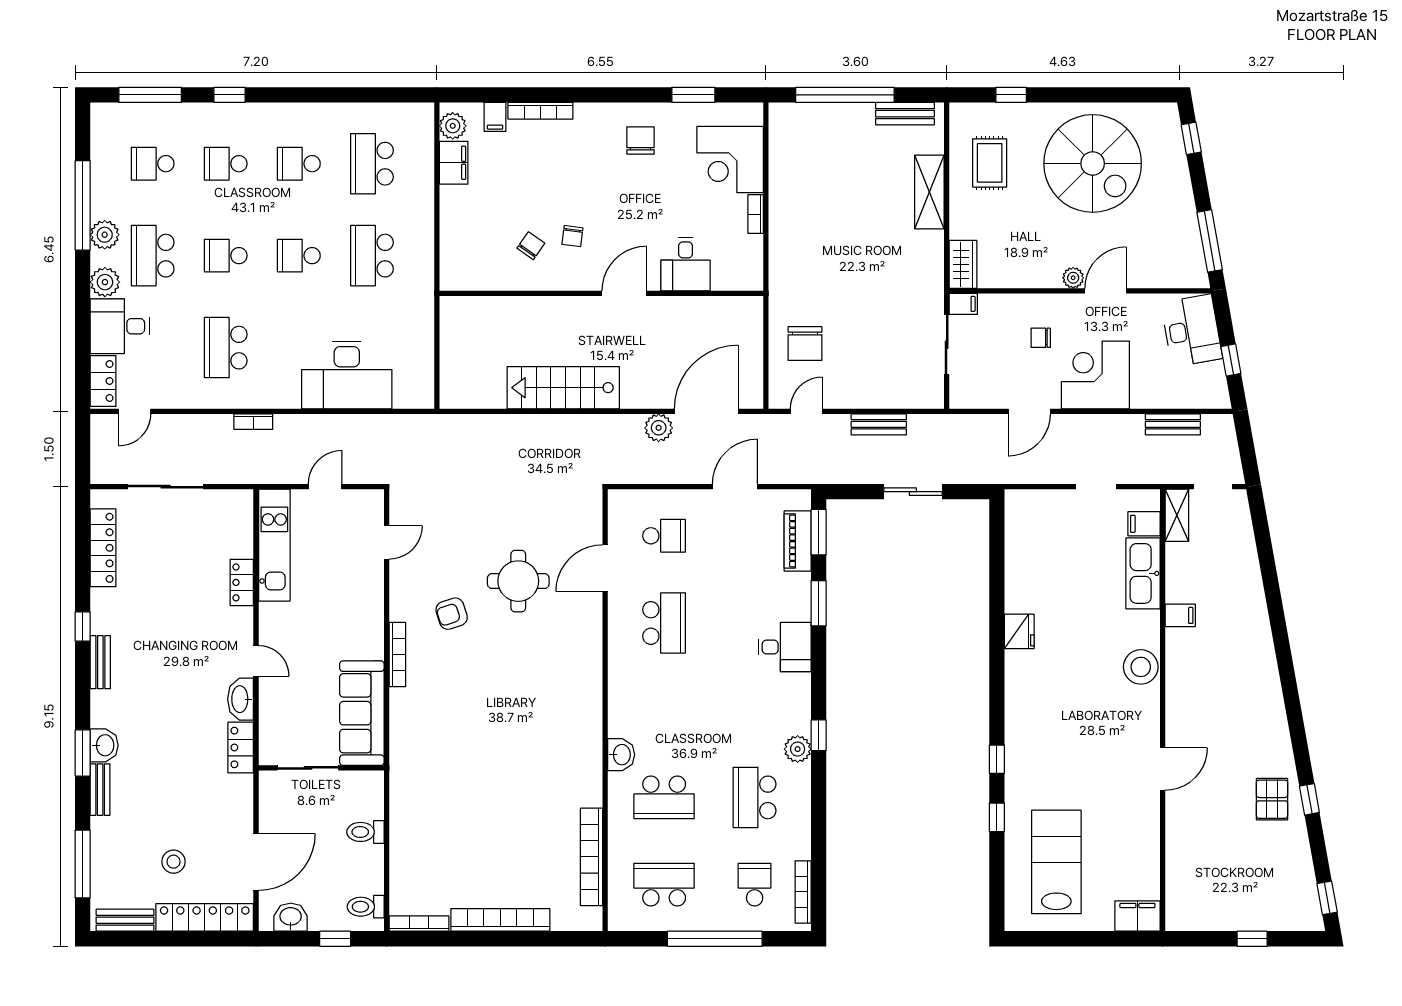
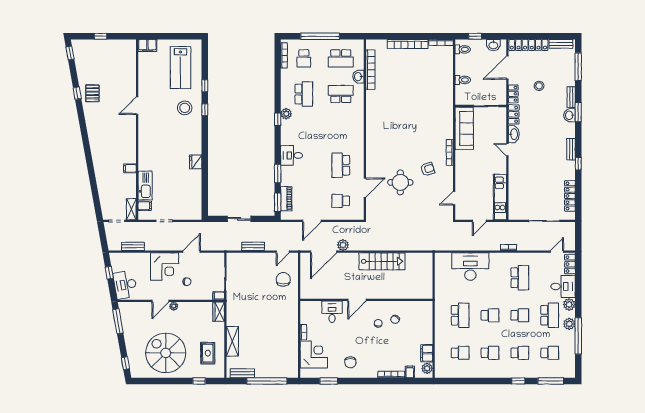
school desk: (372, 164) -> (460, 353), width x0.54
locker: (242, 582) -> (513, 94), moved
stool: (1141, 667) -> (185, 108), moved
washbasin: (621, 755) -> (358, 77), moved
stool: (174, 862) -> (539, 86), moved

